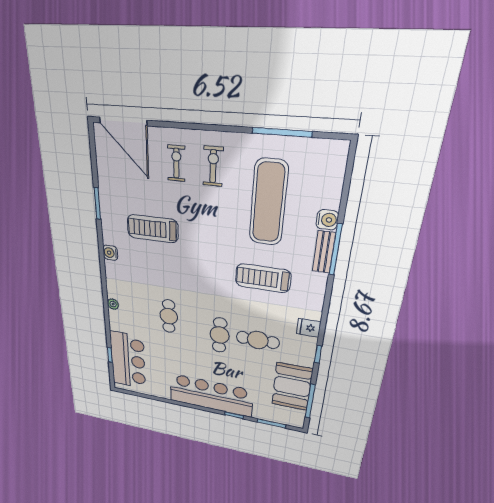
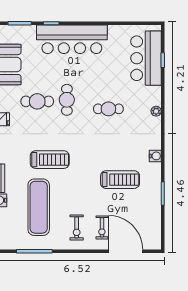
door: (123, 122) -> (126, 251), moved
treadmill: (263, 278) -> (50, 160), moved
cafe table: (169, 316) -> (108, 109), turned 90

